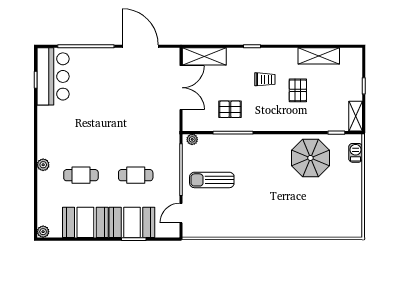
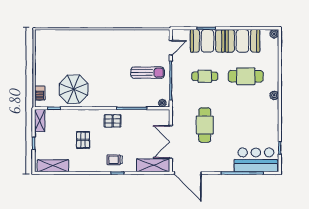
door: (140, 46) -> (188, 173), moved
shelving: (319, 56) -> (53, 166), moved
bar counter: (53, 76) -> (256, 160), moved, turned 90
trolley: (265, 79) -> (115, 160), moved
pallet: (230, 109) -> (113, 121), moved
cafe table: (136, 110) -> (205, 125), added
plant: (43, 165) -> (274, 95), moved
cafe table: (81, 175) -> (246, 76), width x1.37, depth x1.35

